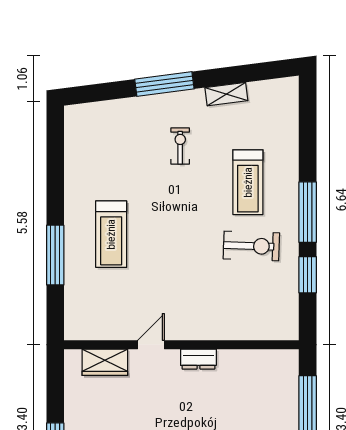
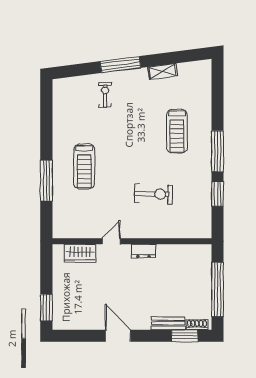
exercise bike: (180, 146) -> (105, 95), moved
exercise bike: (251, 246) -> (153, 194), moved

